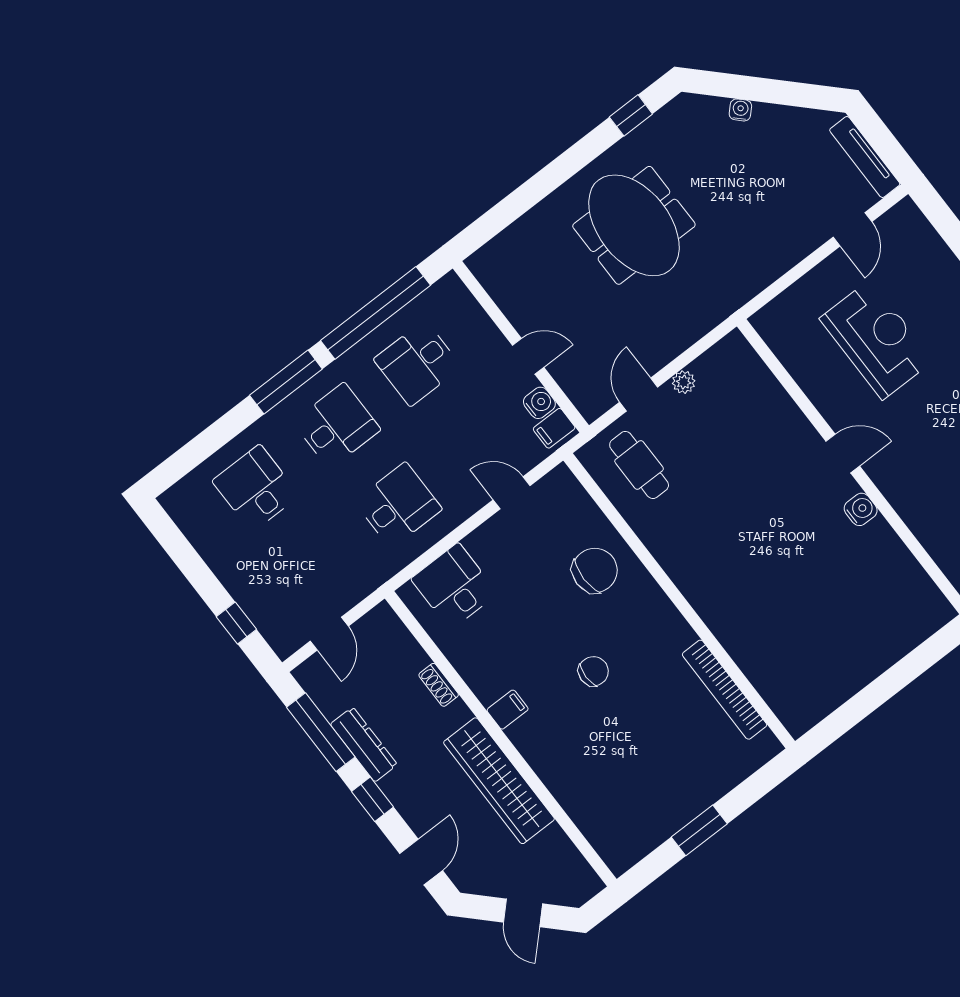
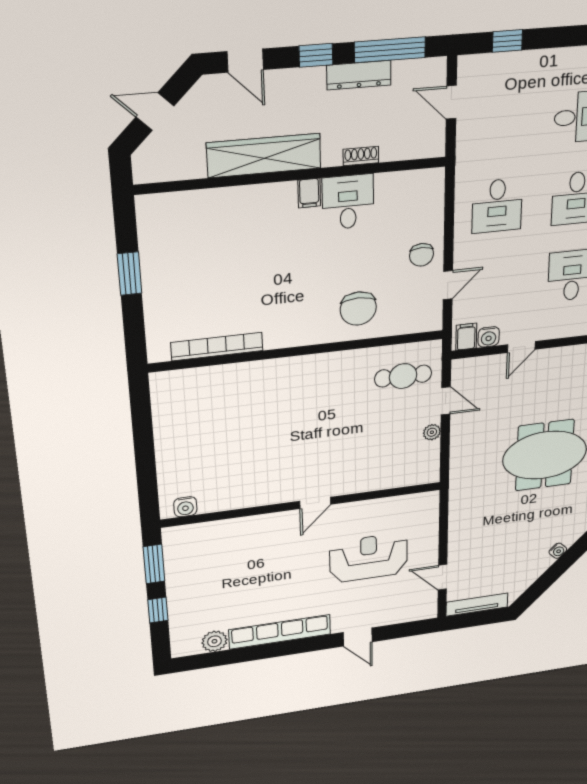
reception desk: (876, 340) -> (369, 558), turned 180
water cooler: (861, 509) -> (185, 507), moved
desk: (454, 586) -> (348, 202), moved, turned -90
chair: (593, 671) -> (422, 255), moved

